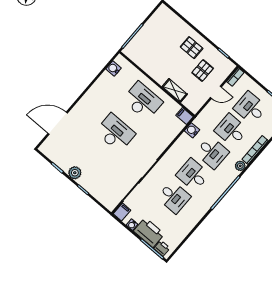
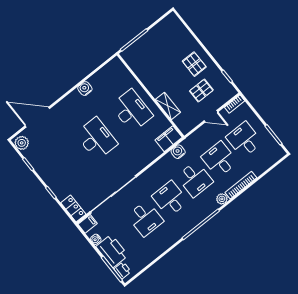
water cooler: (113, 69) -> (85, 89), moved
filing cabinet: (184, 116) -> (169, 139), width x2.00
plant: (75, 173) -> (22, 143), moved
locker: (106, 200) -> (73, 209), added

